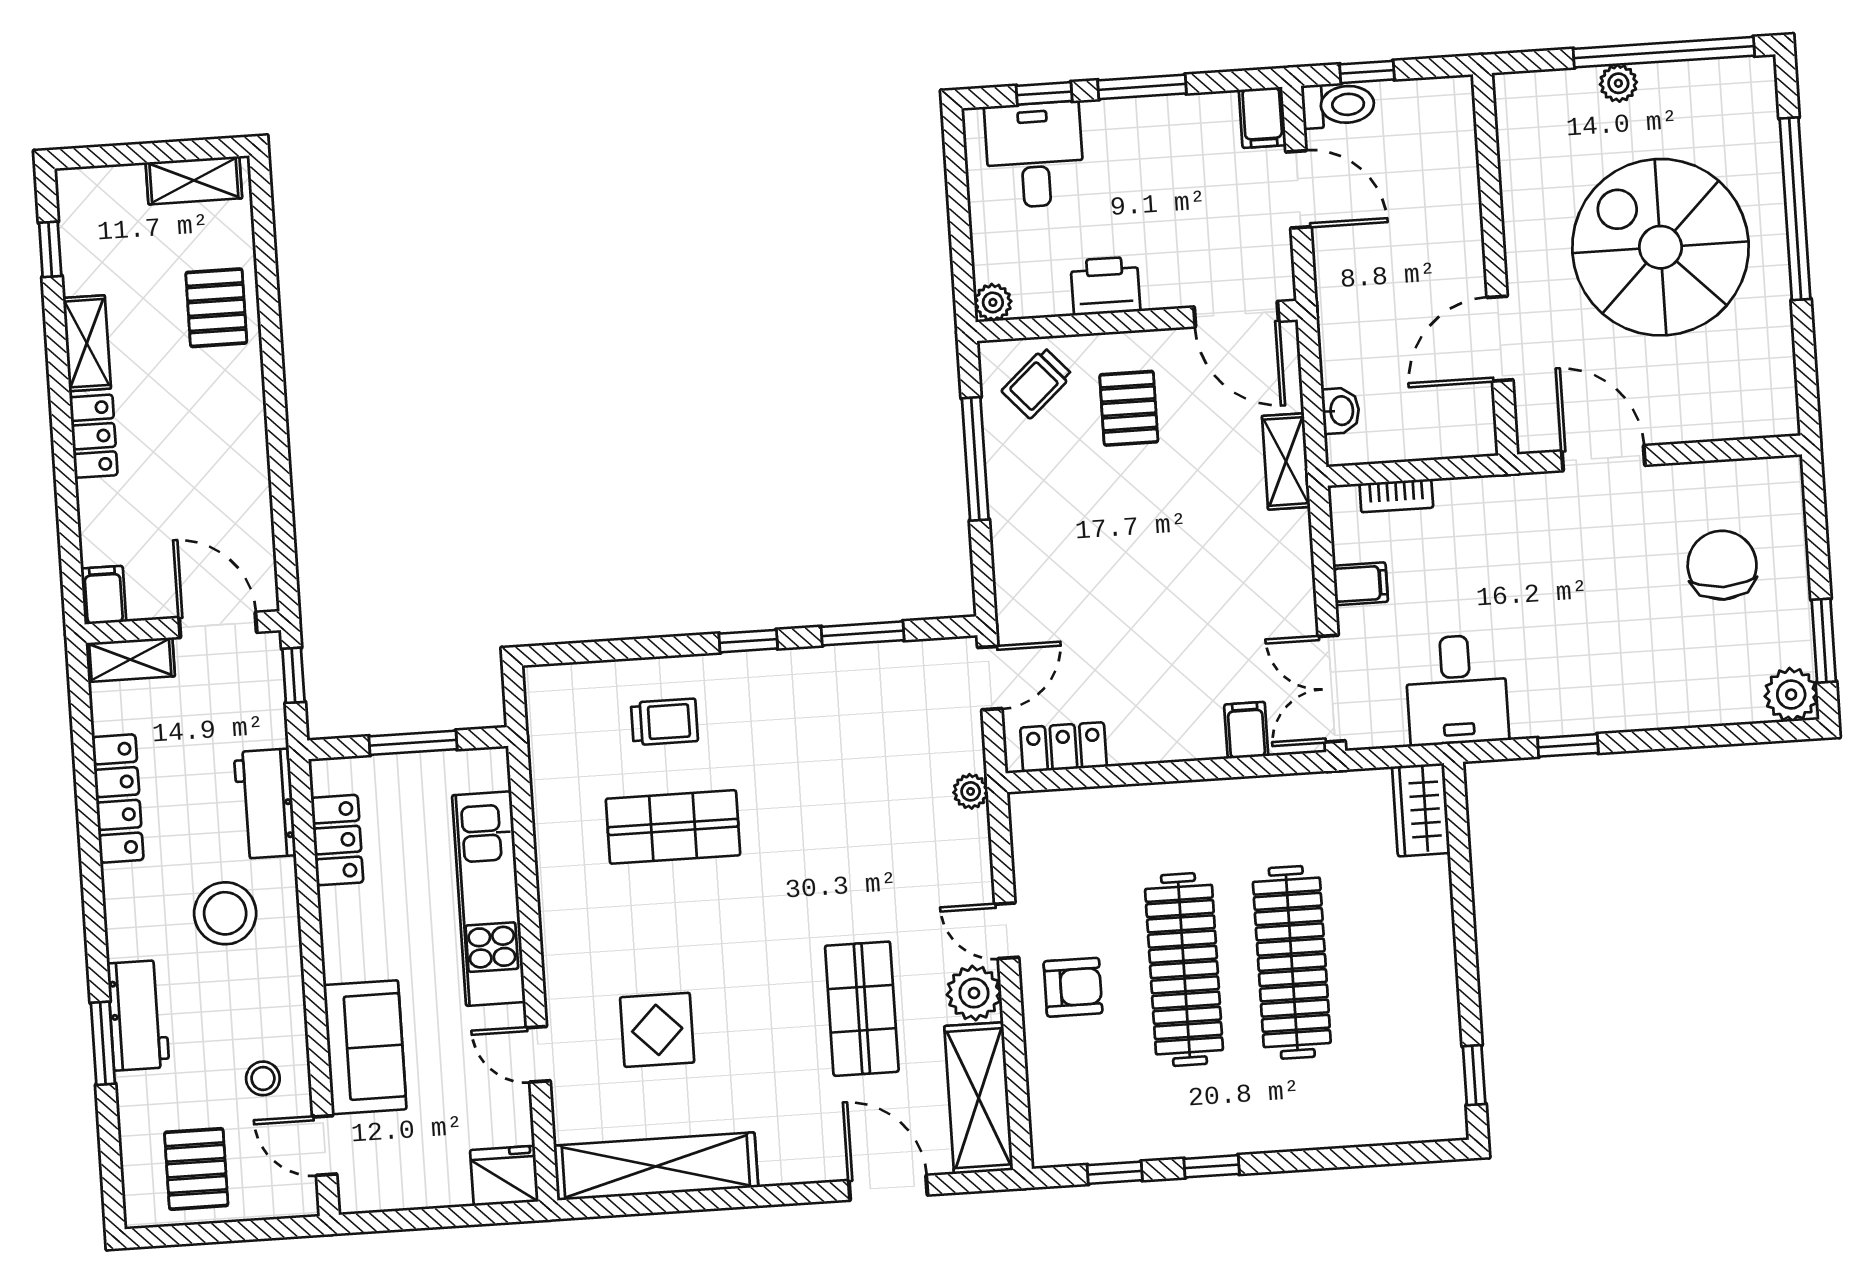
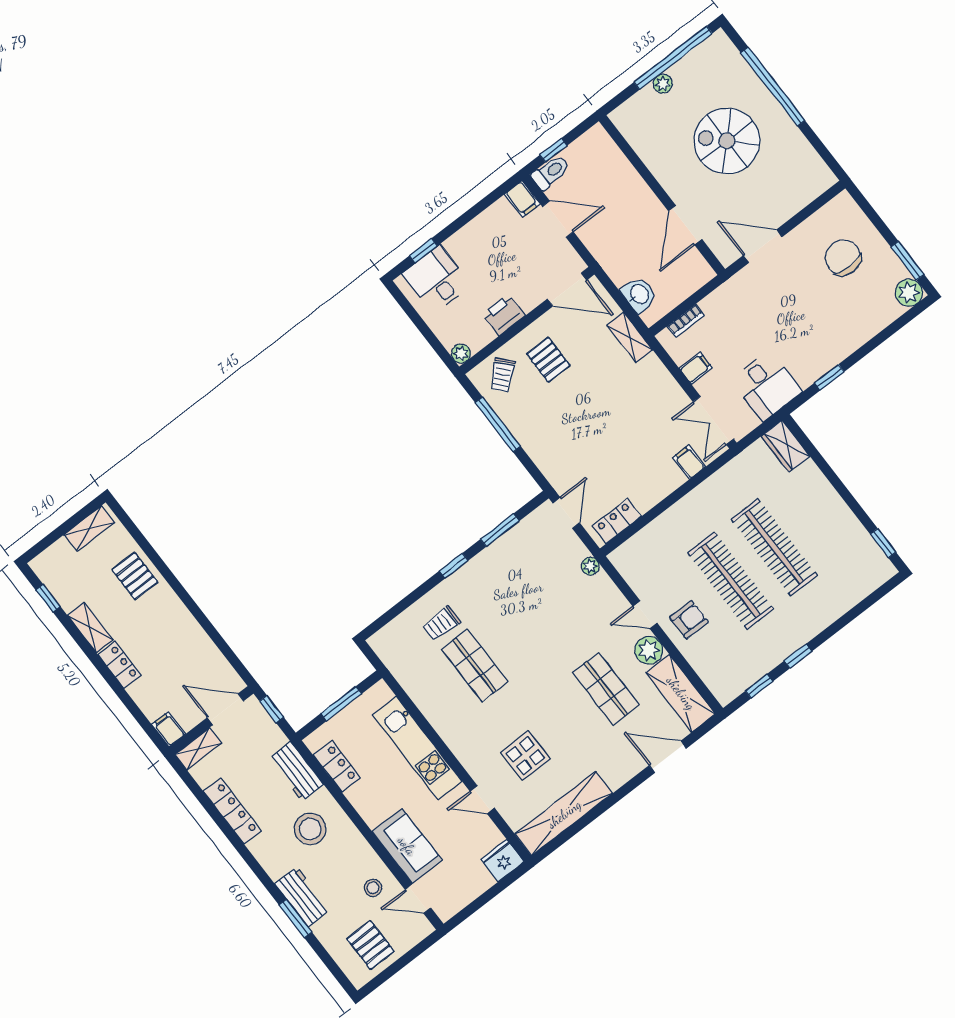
window: (1142, 87) -> (463, 220), removed
spiral stairs: (1660, 247) -> (727, 141), width x0.73, depth x0.73
washbasin: (1341, 411) -> (639, 295), width x1.38, depth x1.45
trolley: (664, 722) -> (441, 624), turned 180
shop shelf: (673, 827) -> (475, 666), turned 90

